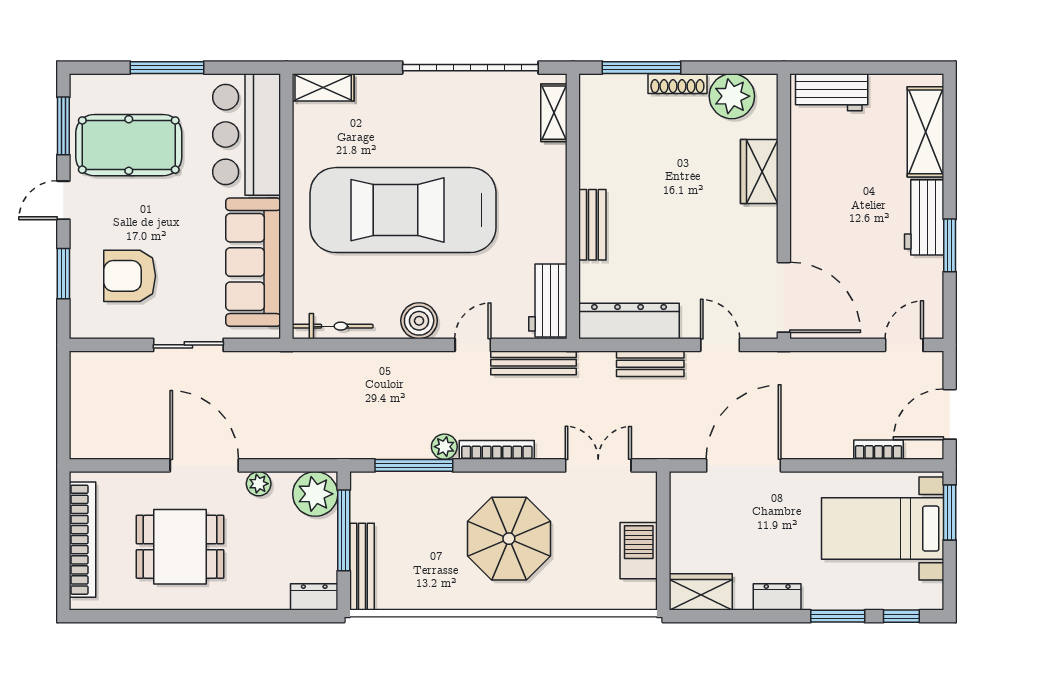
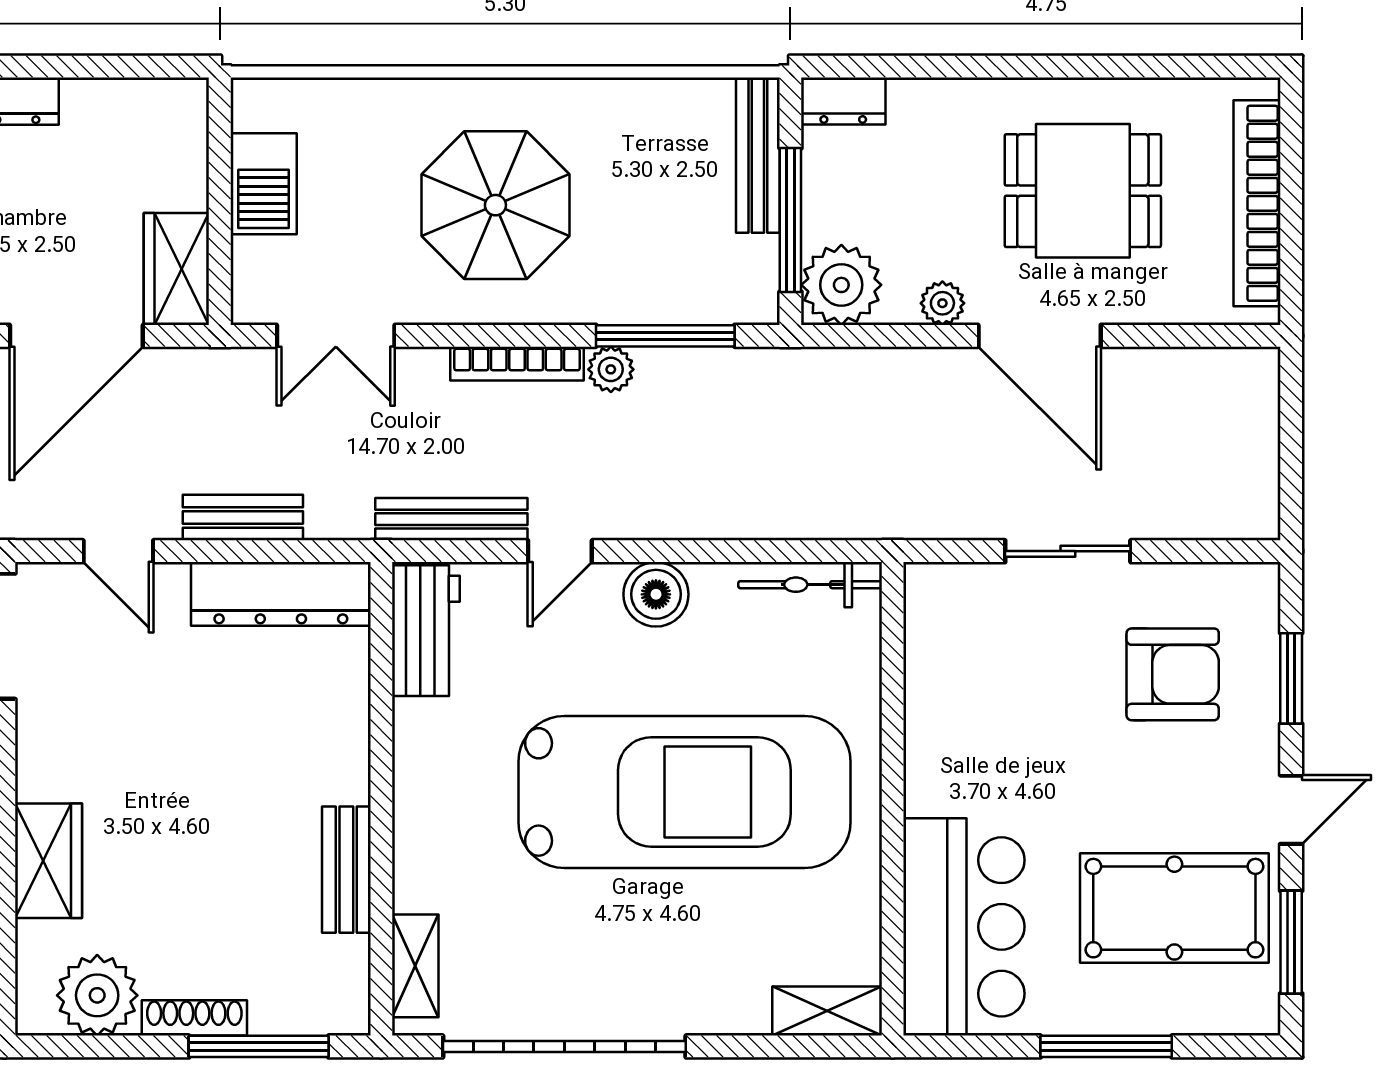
bench: (592, 225) -> (346, 870), moved
sofa: (253, 262) -> (952, 699), removed
wardrobe: (701, 592) -> (176, 269), moved, turned 90

